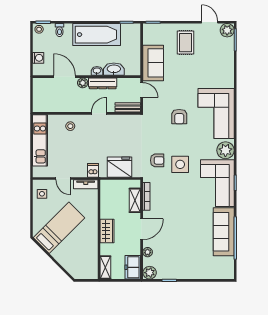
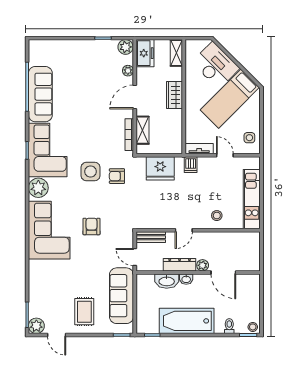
washing machine: (38, 58) -> (254, 294), removed
sofa: (153, 63) -> (121, 296), width x1.36
desk: (71, 257) -> (216, 65), added

